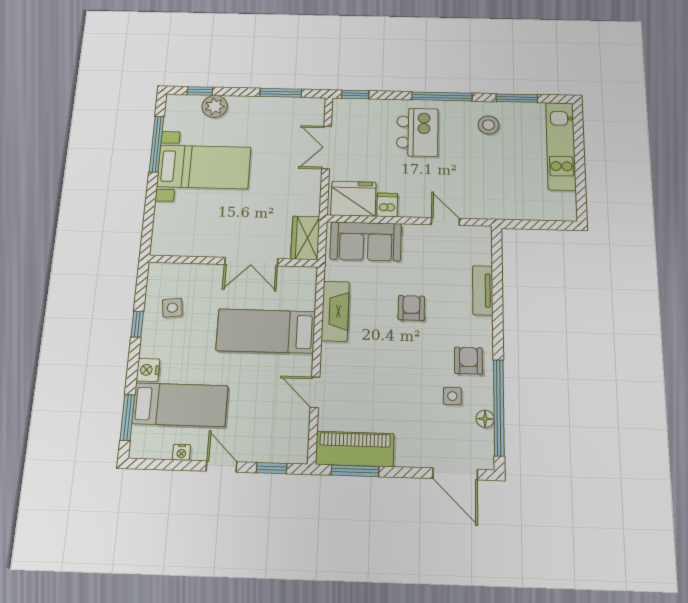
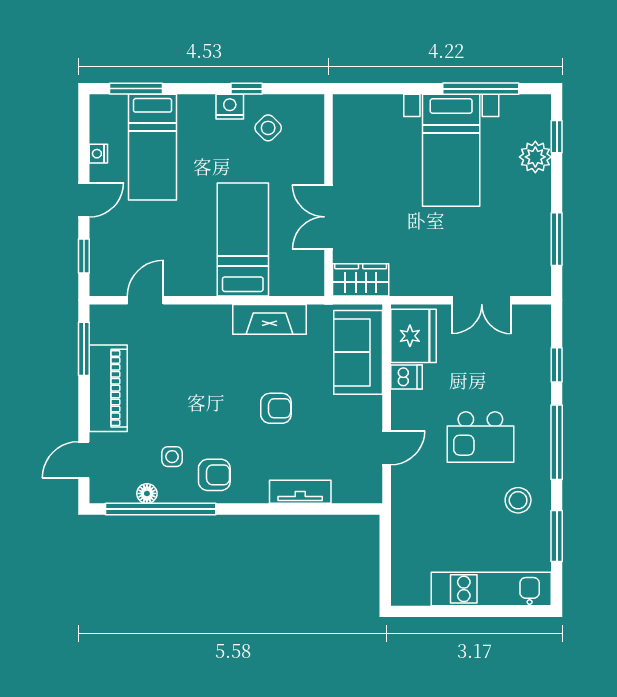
window: (355, 94) -> (557, 365), moved
kitchen island: (417, 132) -> (480, 437), moved
double door: (327, 147) -> (482, 300), swing flipped
side table: (172, 308) -> (268, 128), turned -38
nightstand: (148, 370) -> (230, 107), moved
door: (315, 392) -> (145, 300), moved
piano: (355, 449) -> (108, 388), moved
door: (455, 474) -> (84, 460), width x0.73

